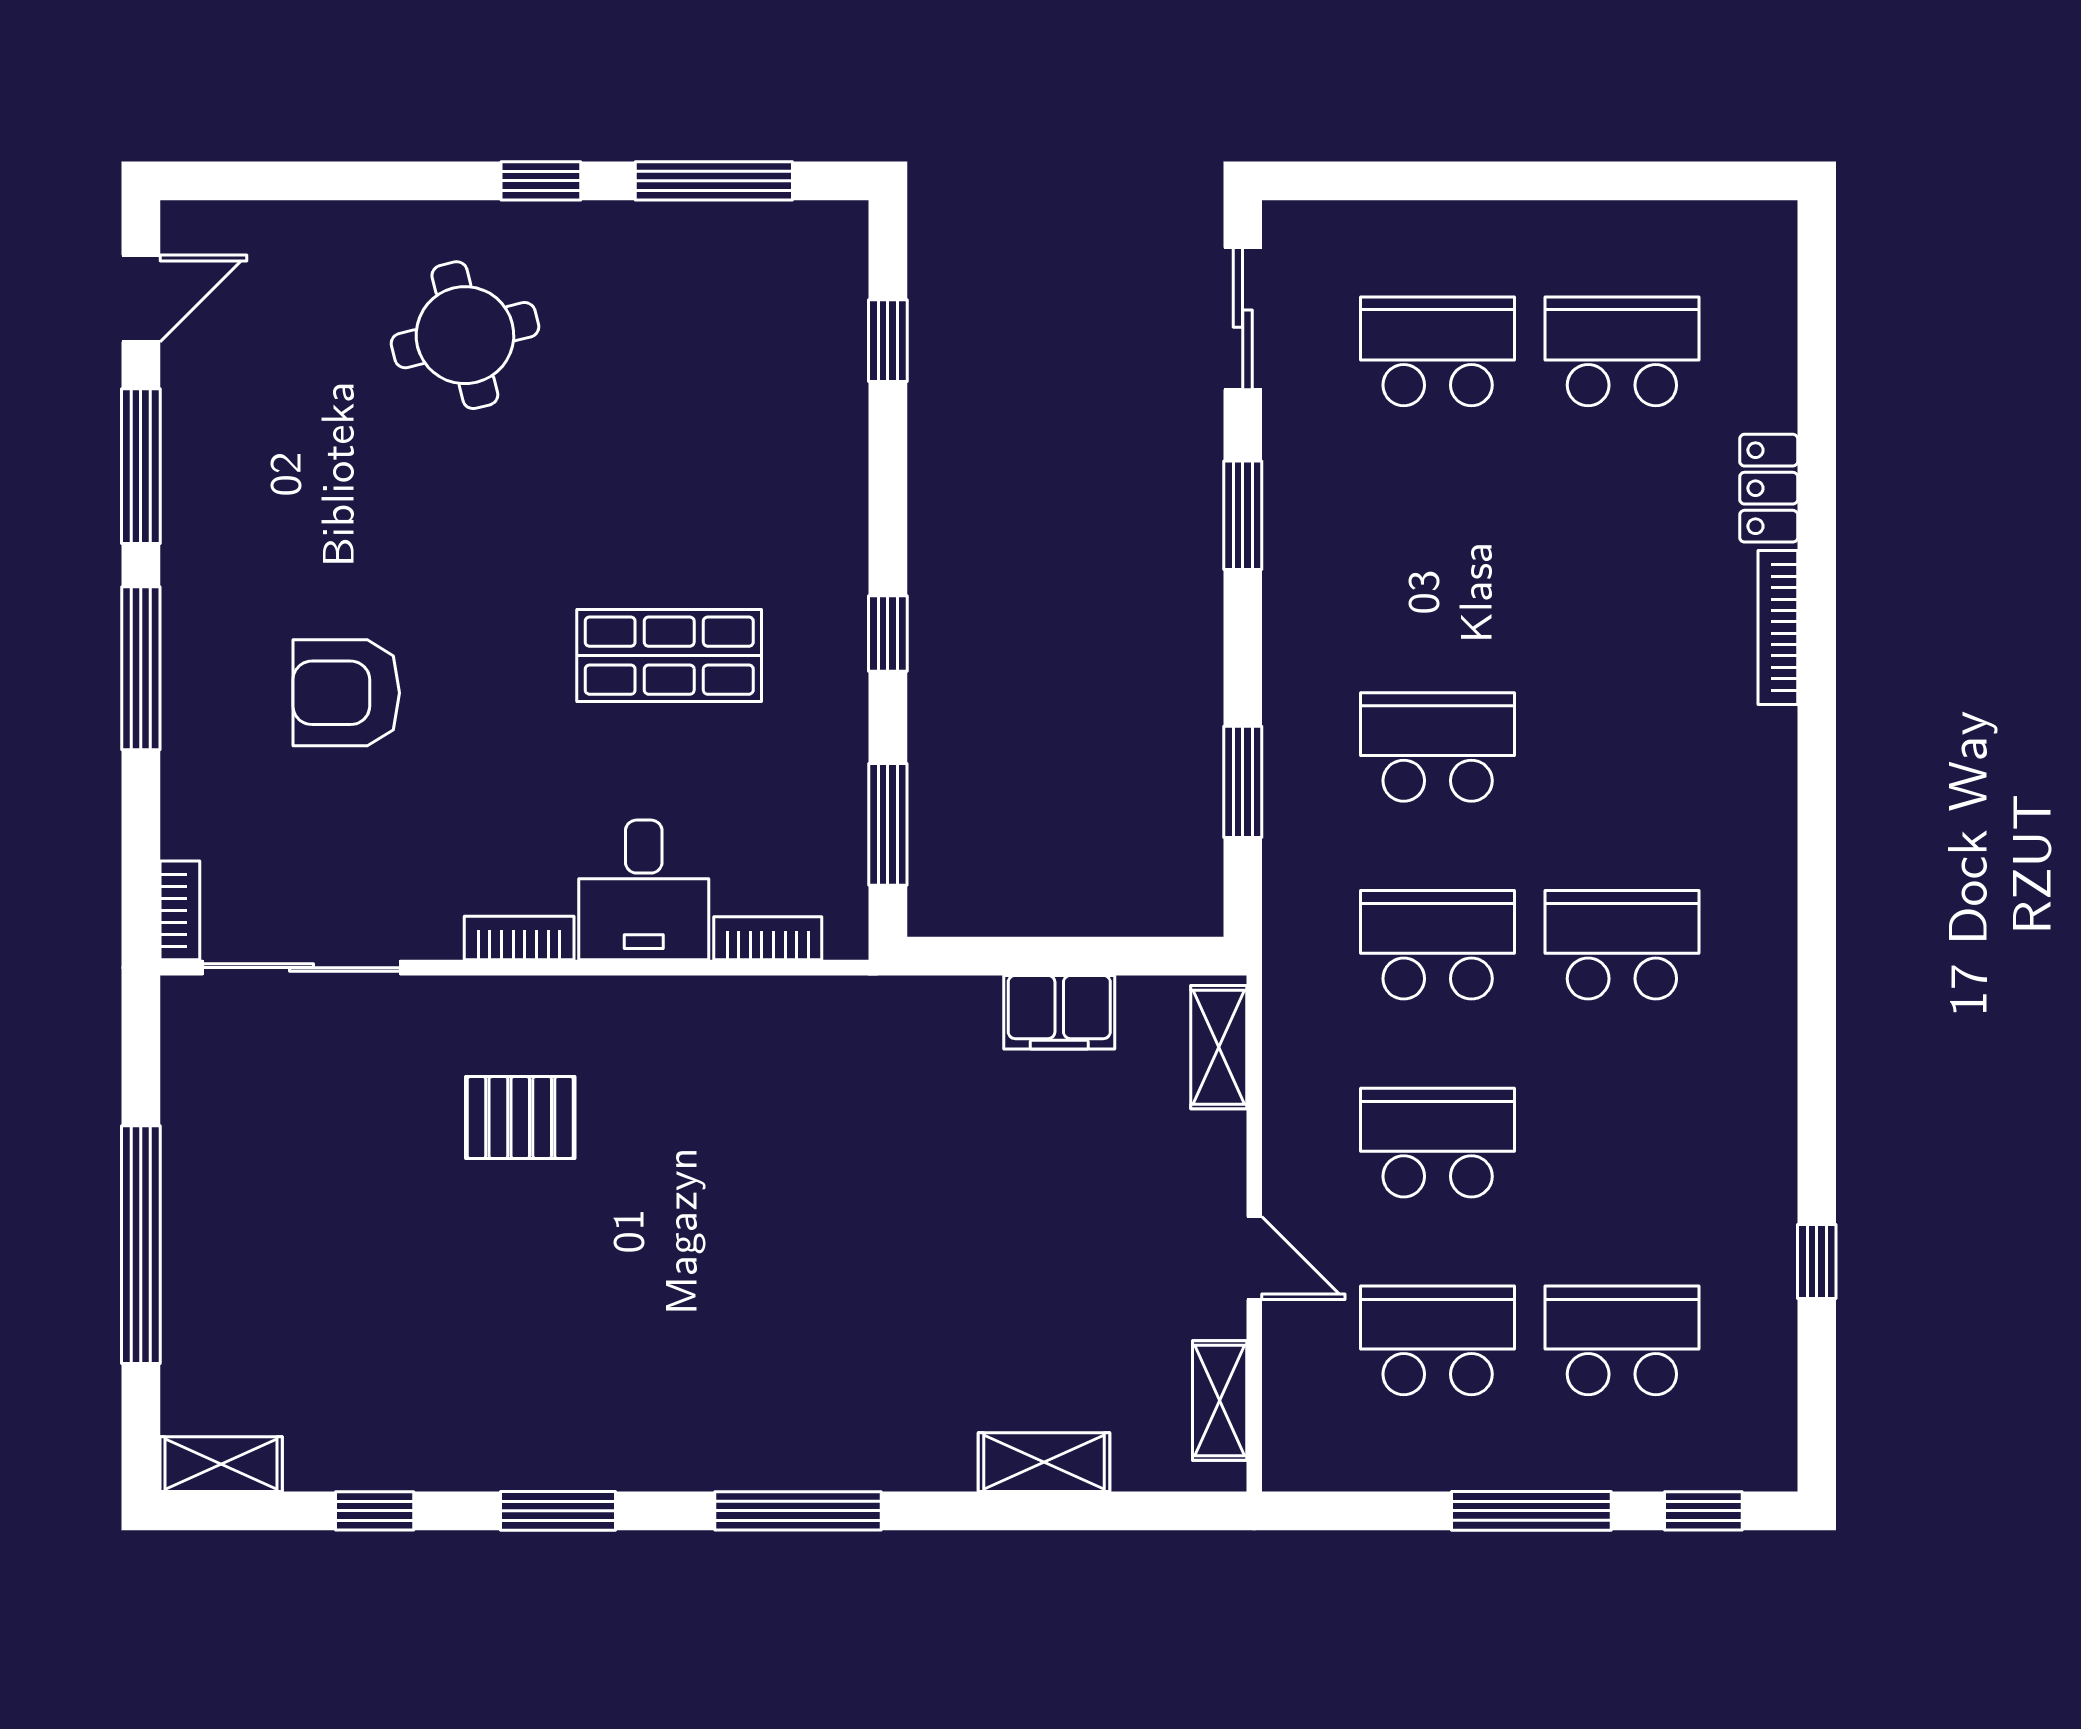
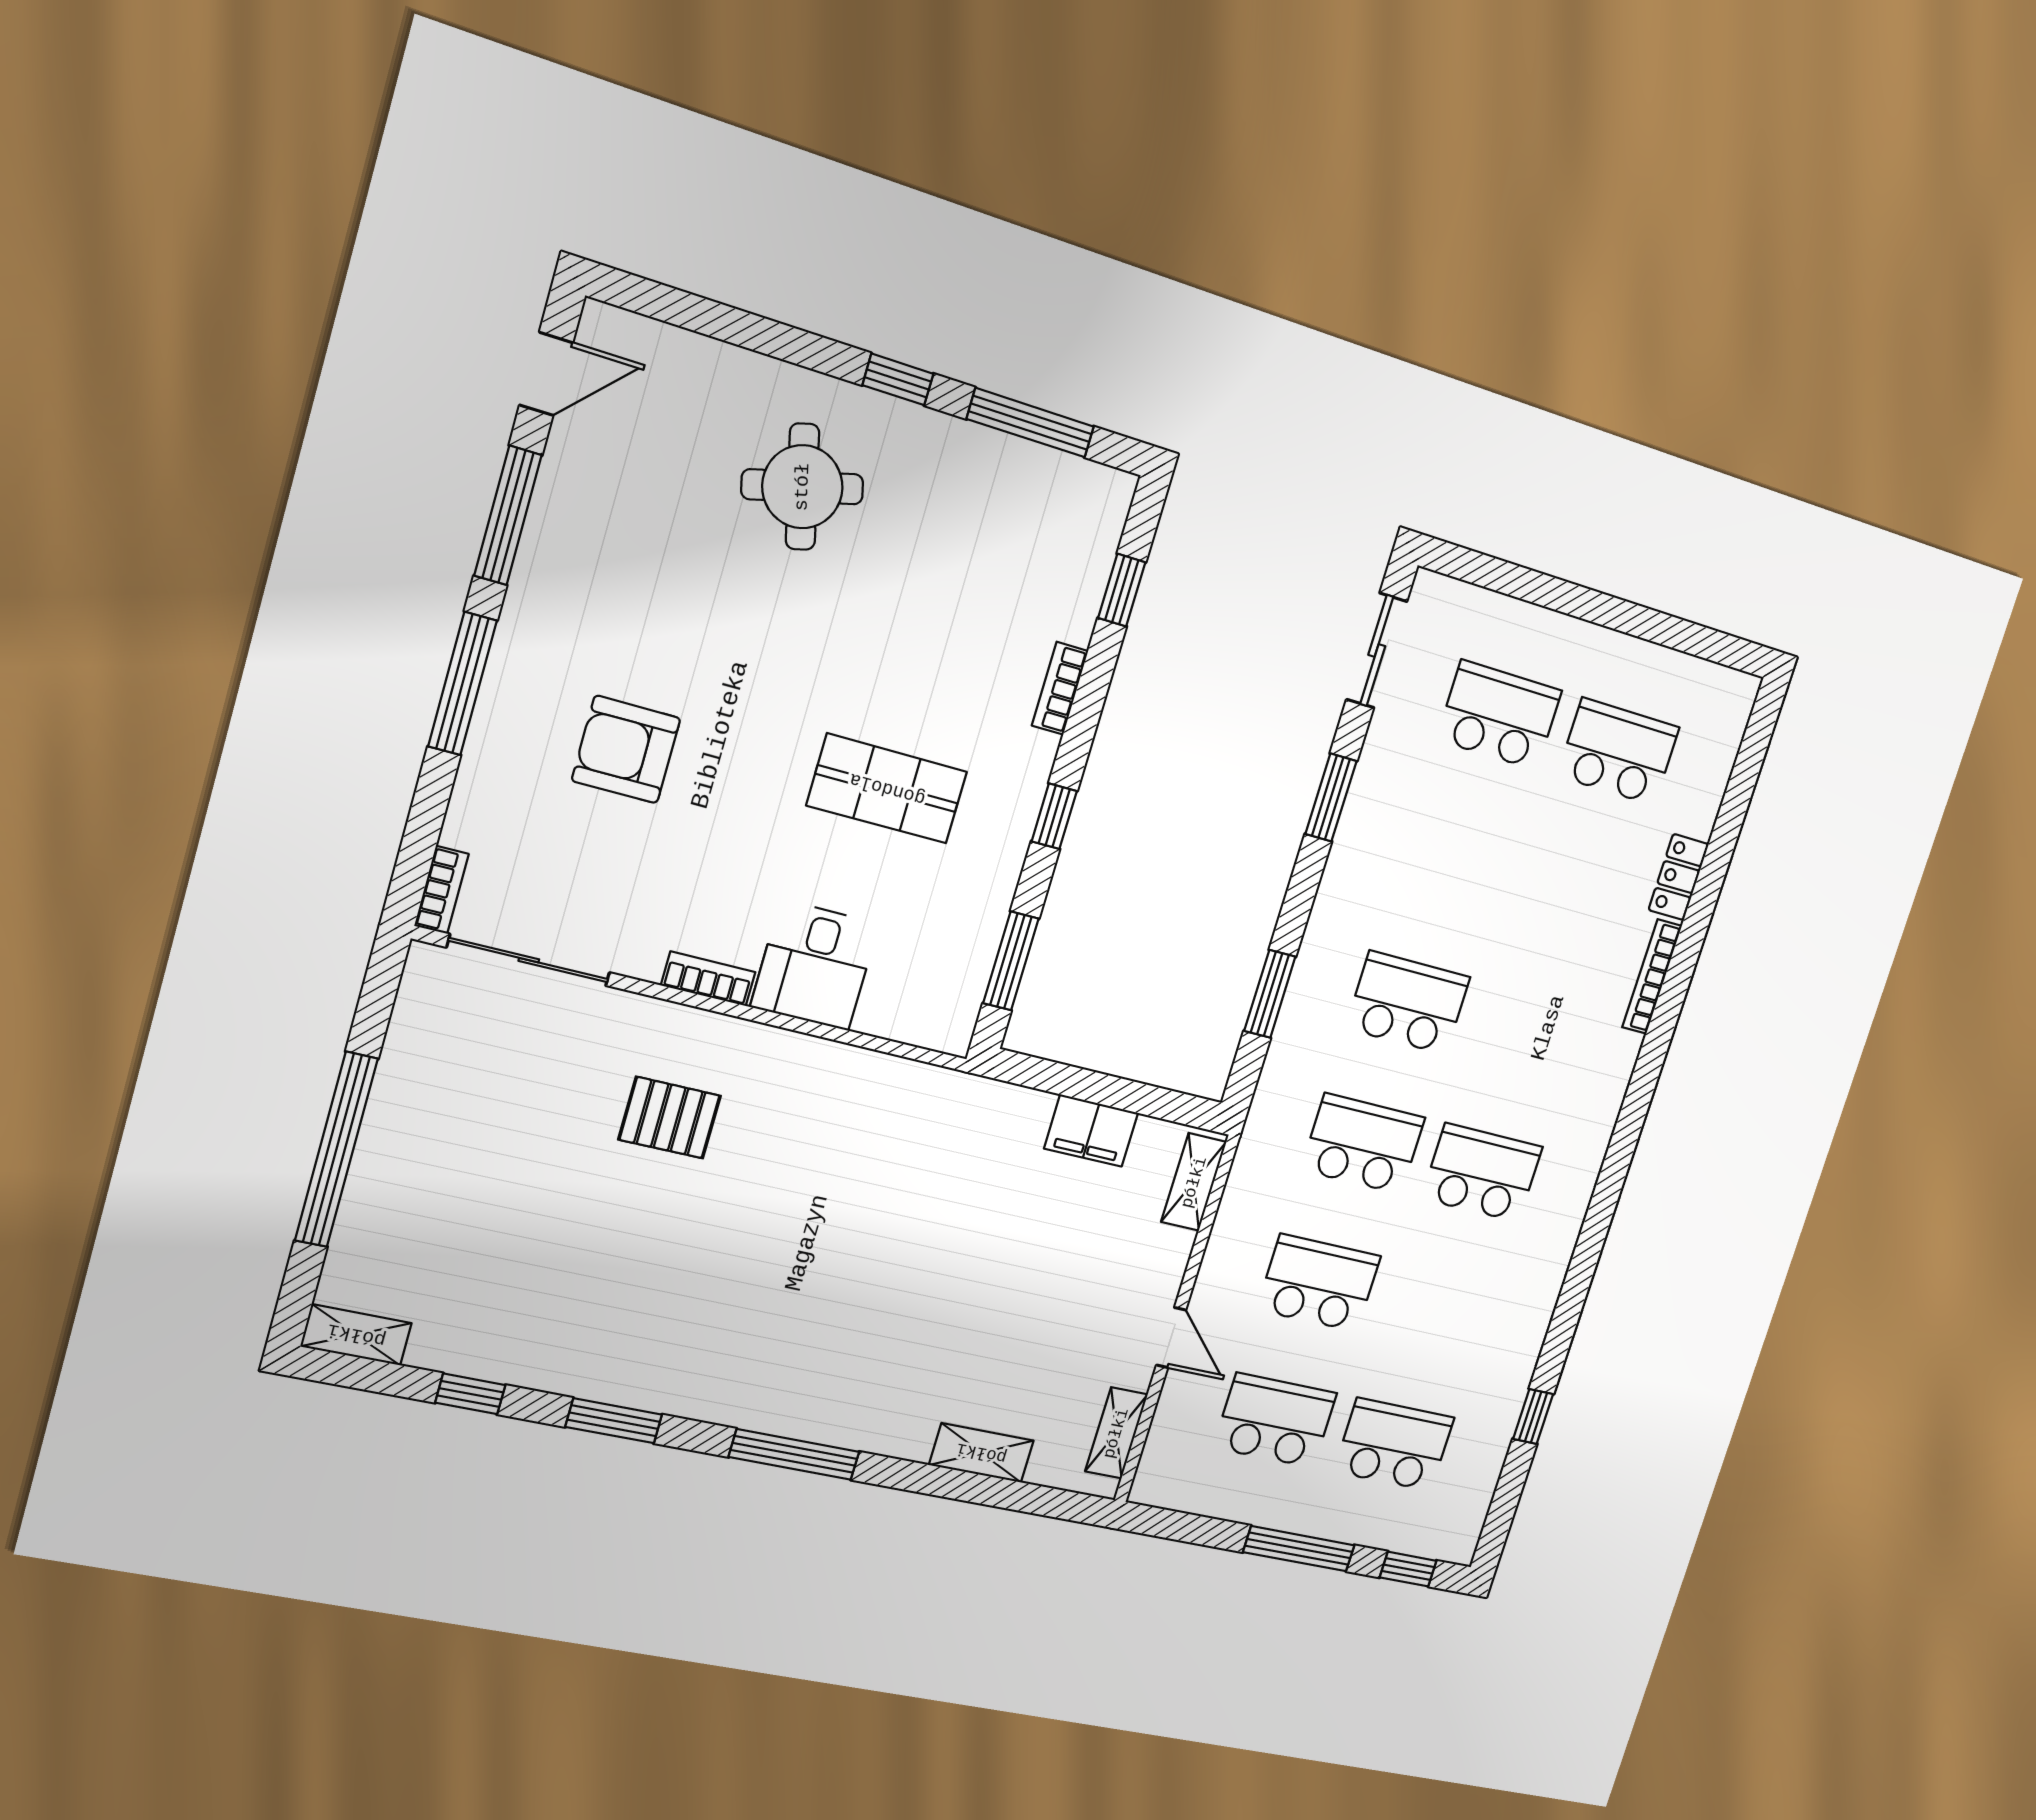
bookcase: (768, 938) -> (1060, 688), moved, turned -90

